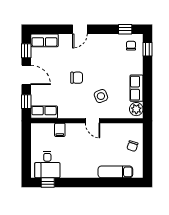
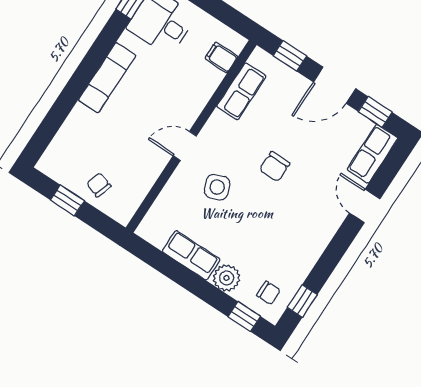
door: (80, 29) -> (365, 206), moved
plant: (136, 109) -> (227, 278), moved
row of seats: (44, 112) -> (241, 91), moved
filing cabinet: (60, 130) -> (221, 57), moved
window: (148, 155) -> (67, 200), added
exam couch: (115, 172) -> (107, 78), moved

